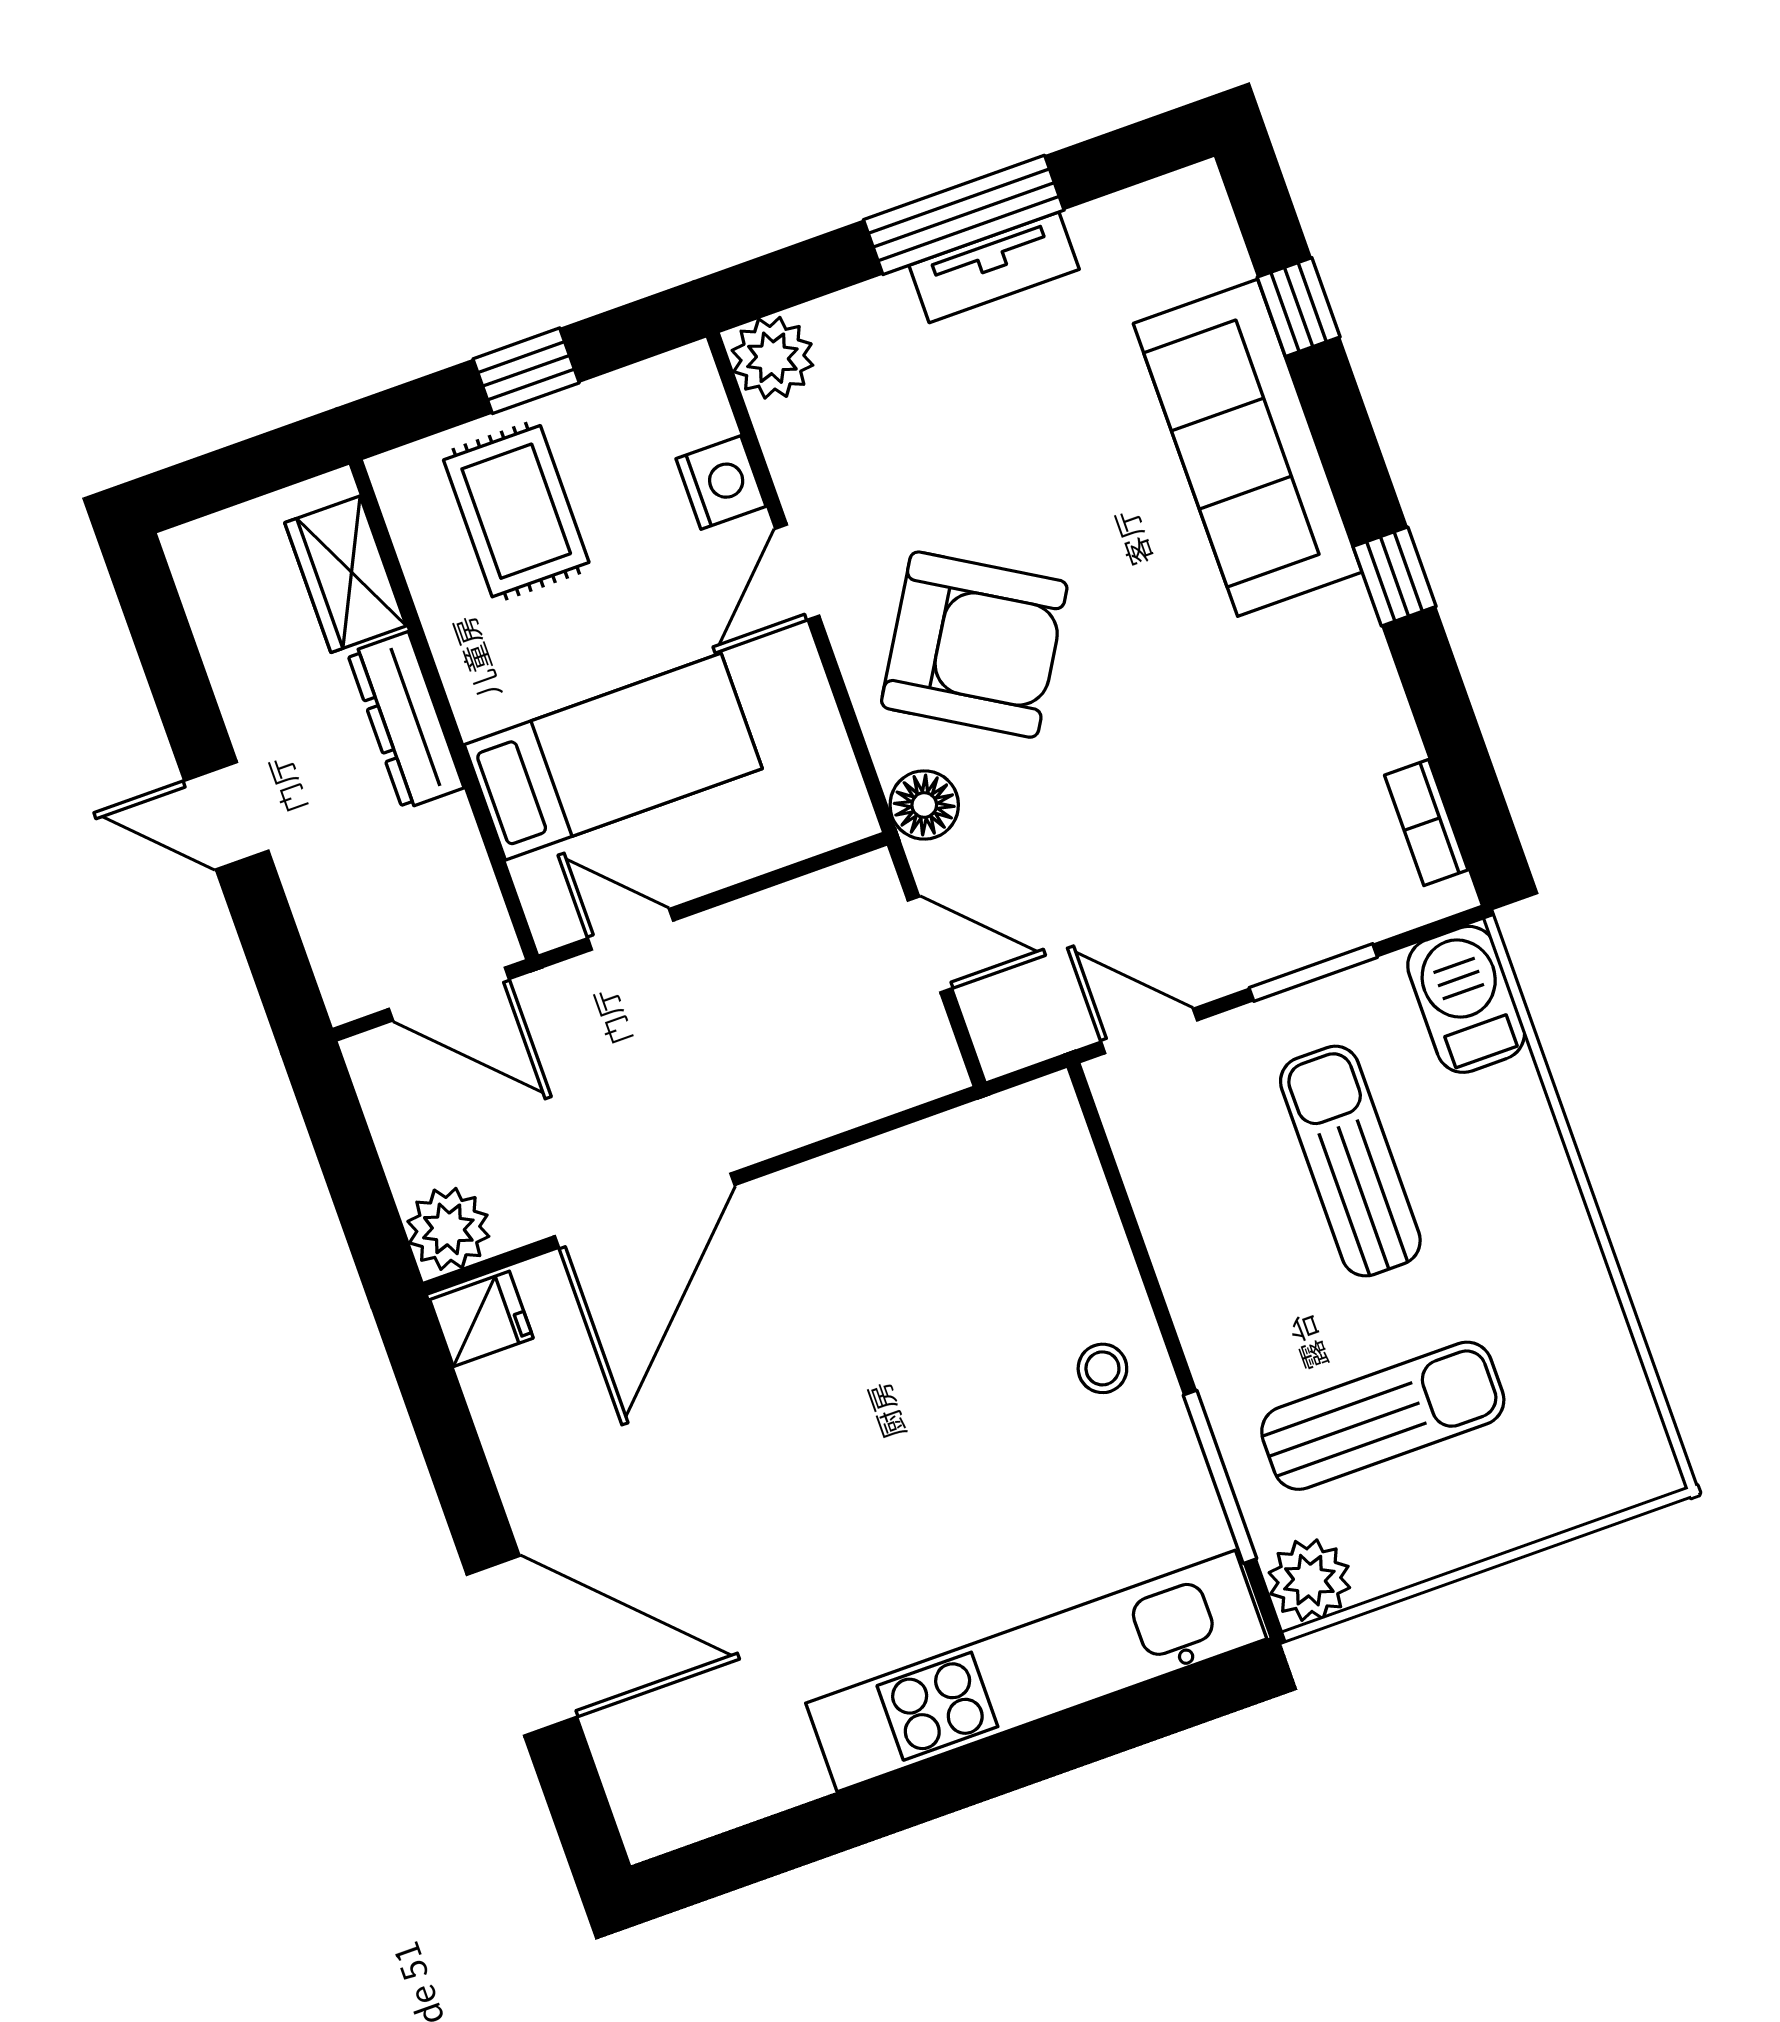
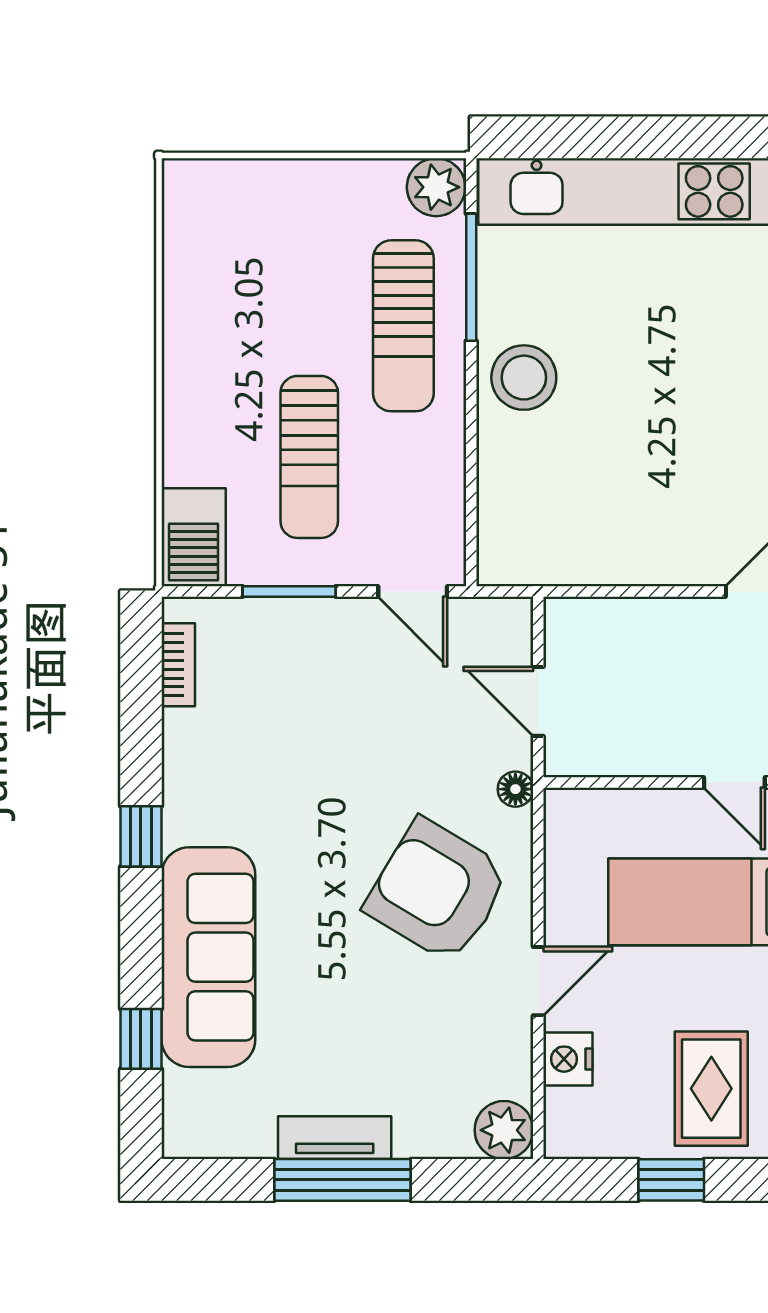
floor lamp: (924, 805) -> (515, 789), width x0.73, depth x0.73
stool: (1102, 1368) -> (524, 378), width x1.89, depth x1.89
sun lounger: (1383, 1416) -> (403, 326), moved, turned -90

